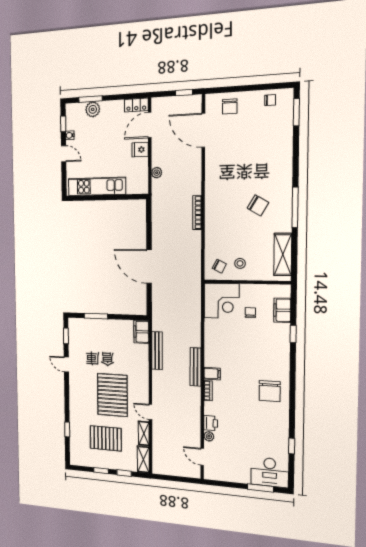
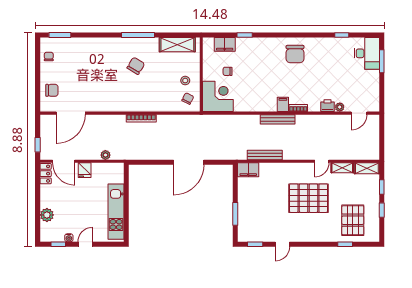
window: (184, 93) -> (38, 145), moved
window: (90, 99) -> (38, 217), removed
chair: (270, 391) -> (295, 54), turned 90
pallet: (106, 438) -> (353, 220), moved

